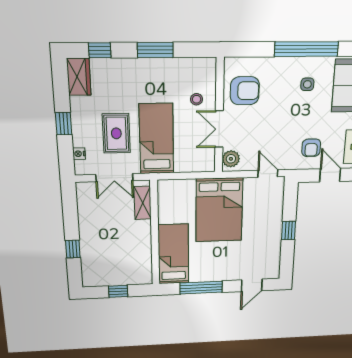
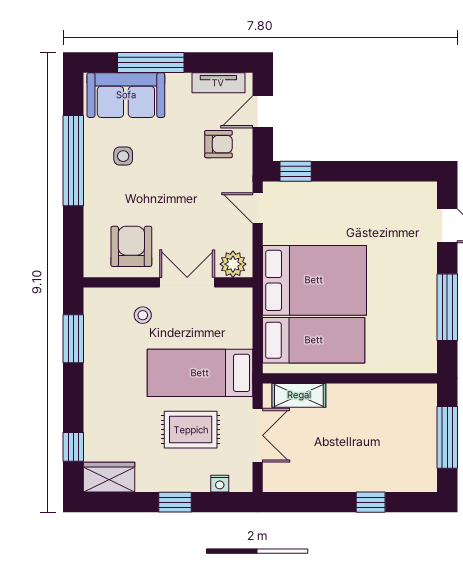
window: (155, 50) -> (73, 339), moved
double door: (219, 129) -> (187, 282), swing flipped
door: (268, 174) -> (258, 208), hinge flipped
window: (288, 231) -> (296, 171), moved
bed: (173, 254) -> (314, 340), moved, turned 180
window: (118, 291) -> (447, 437), width x2.17

